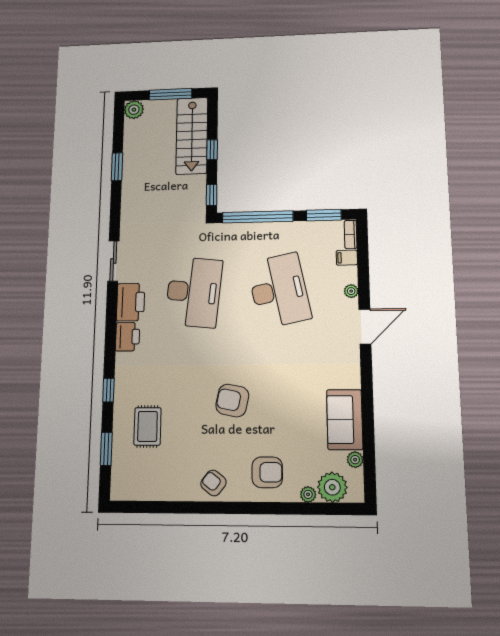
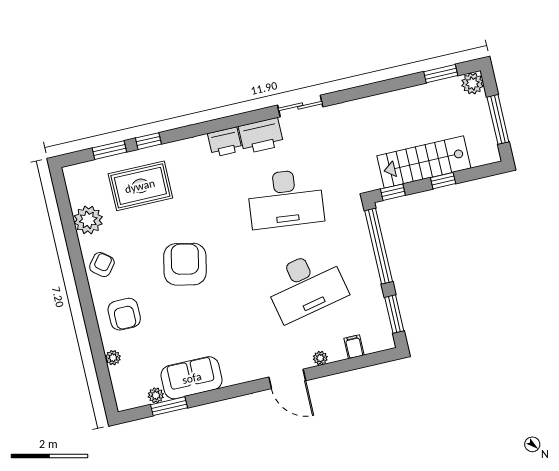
stairs: (192, 136) -> (424, 162), moved
window: (117, 167) -> (441, 74), moved
bookcase: (351, 234) -> (379, 346), removed
window: (108, 390) -> (148, 141), moved
armchair: (232, 400) -> (185, 264), width x1.36, depth x1.36
rug: (147, 426) -> (140, 186), width x1.36, depth x1.43
window: (369, 449) -> (169, 406), added
plant: (332, 487) -> (88, 220), moved

